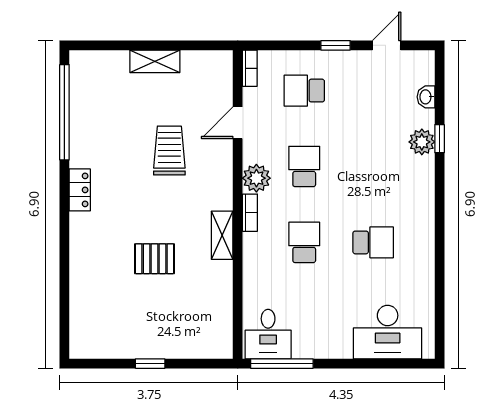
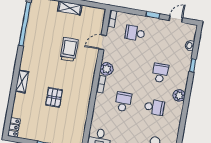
plant: (422, 142) -> (179, 95), moved
school desk: (304, 166) -> (160, 73), moved
locker: (80, 190) -> (14, 127), moved
shelving: (222, 235) -> (22, 82), moved
pallet: (155, 259) -> (54, 97), turned 90

